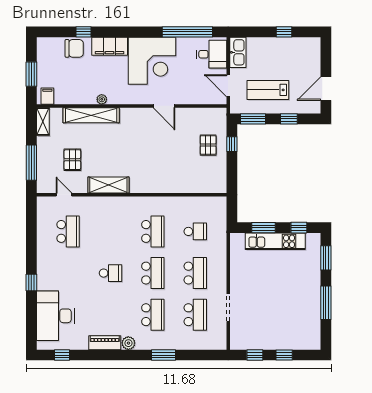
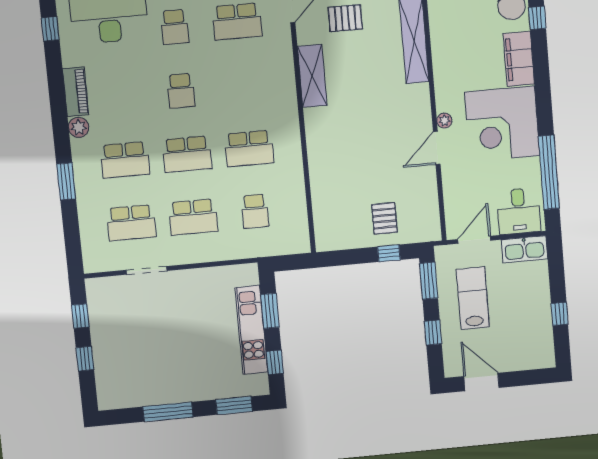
plant: (102, 99) -> (444, 121), moved
pallet: (208, 145) -> (384, 218), turned 90
school desk: (68, 273) -> (175, 27), added

